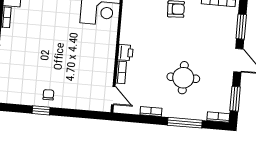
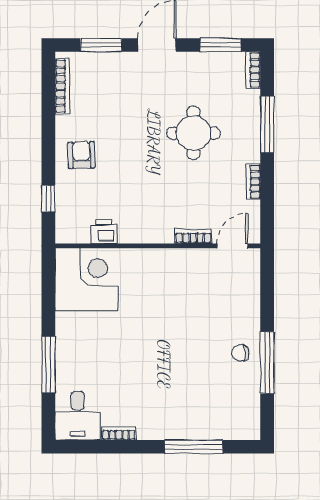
printer: (125, 53) -> (104, 232), moved
window: (41, 110) -> (267, 363), width x2.17

